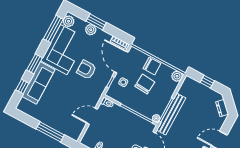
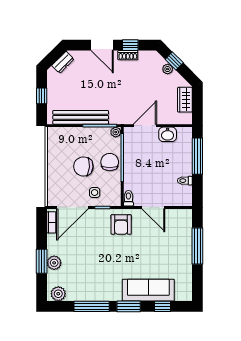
window: (53, 29) -> (92, 306), moved
corner sofa: (64, 50) -> (94, 282), removed
chair: (152, 66) -> (110, 162), moved
armchair: (86, 70) -> (121, 224), moved
plant: (177, 76) -> (54, 134), removed
bench: (171, 114) -> (81, 117), moved

